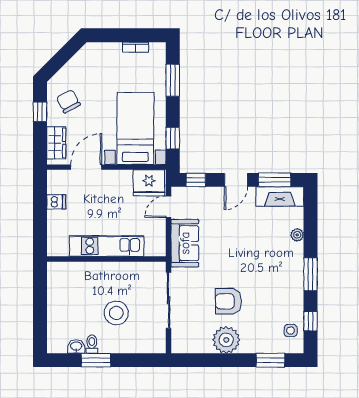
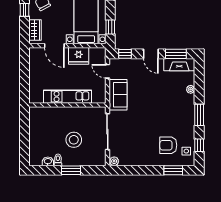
door: (86, 167) -> (54, 46), swing flipped
door: (236, 180) -> (151, 54), hinge flipped
fridge: (149, 183) -> (79, 56), moved
dishwasher: (56, 202) -> (35, 68), removed
door: (168, 207) -> (107, 71), hinge flipped
armchair: (228, 301) -> (168, 145), moved
plant: (226, 340) -> (114, 161), moved, width x0.53, depth x0.53
window: (96, 360) -> (71, 170), moved

